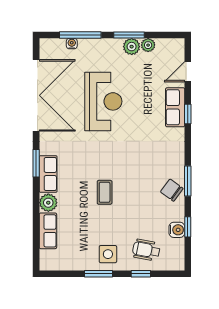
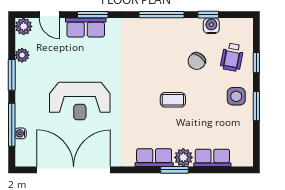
plant: (132, 47) -> (24, 26), moved
reception desk: (103, 101) -> (80, 101), turned 180
window: (188, 114) -> (93, 15), width x1.50
window: (36, 163) -> (174, 170), moved
window: (188, 181) -> (161, 15), width x1.44
chair: (172, 190) -> (197, 61), moved

